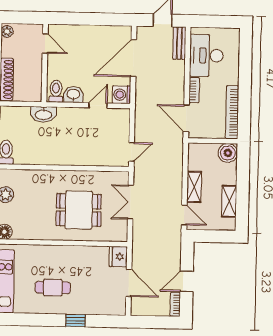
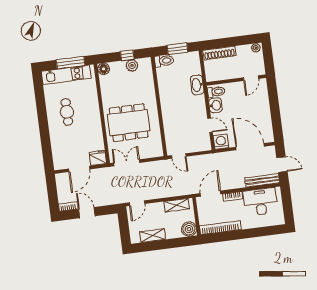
bench: (179, 43) -> (262, 180), width x1.36
shelving: (194, 187) -> (177, 205), moved
double door: (130, 202) -> (127, 163), moved
dining table: (79, 210) -> (129, 123), width x1.37
window: (75, 320) -> (45, 133), removed

